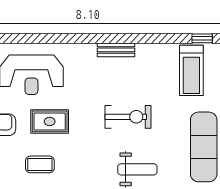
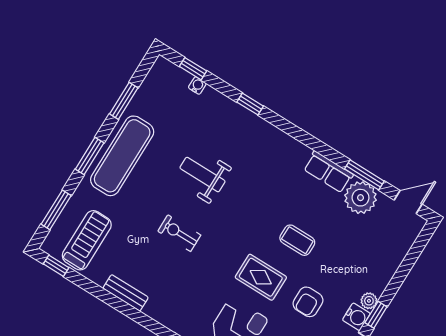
bench: (116, 50) -> (126, 293), moved
exercise bike: (128, 117) -> (179, 233), width x0.73, depth x0.72

